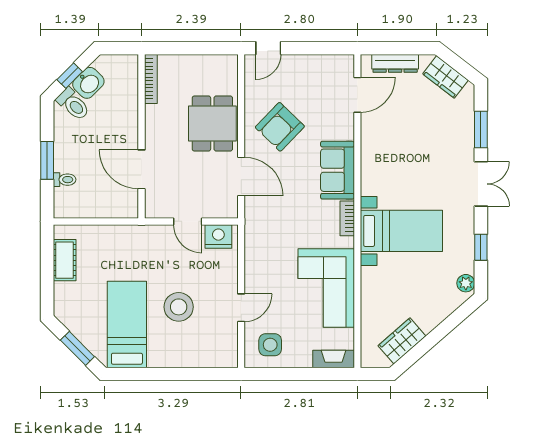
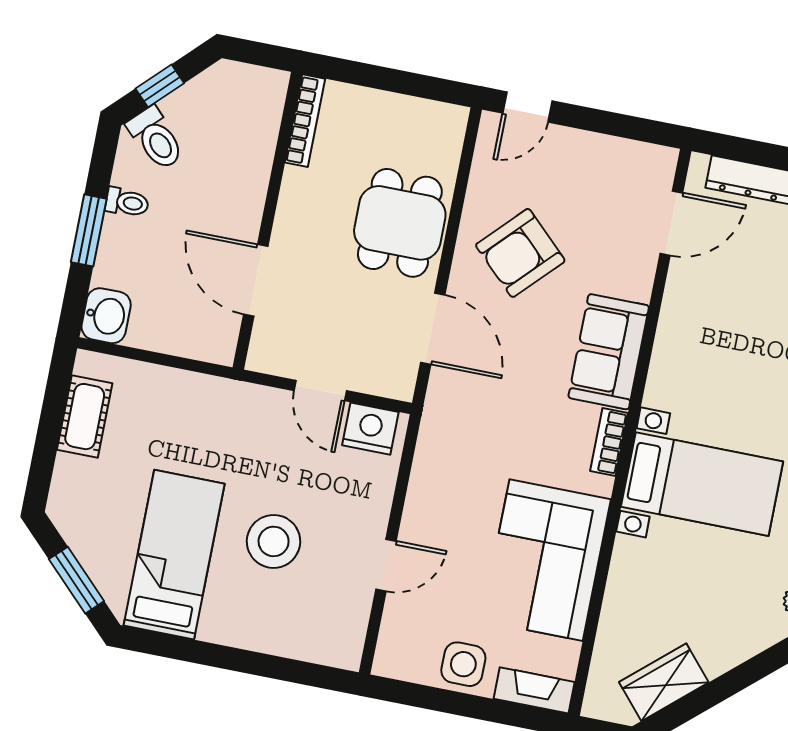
washbasin: (88, 83) -> (106, 316), moved, turned -45
toilet: (65, 180) -> (127, 202), moved
side table: (270, 345) -> (463, 664), moved

